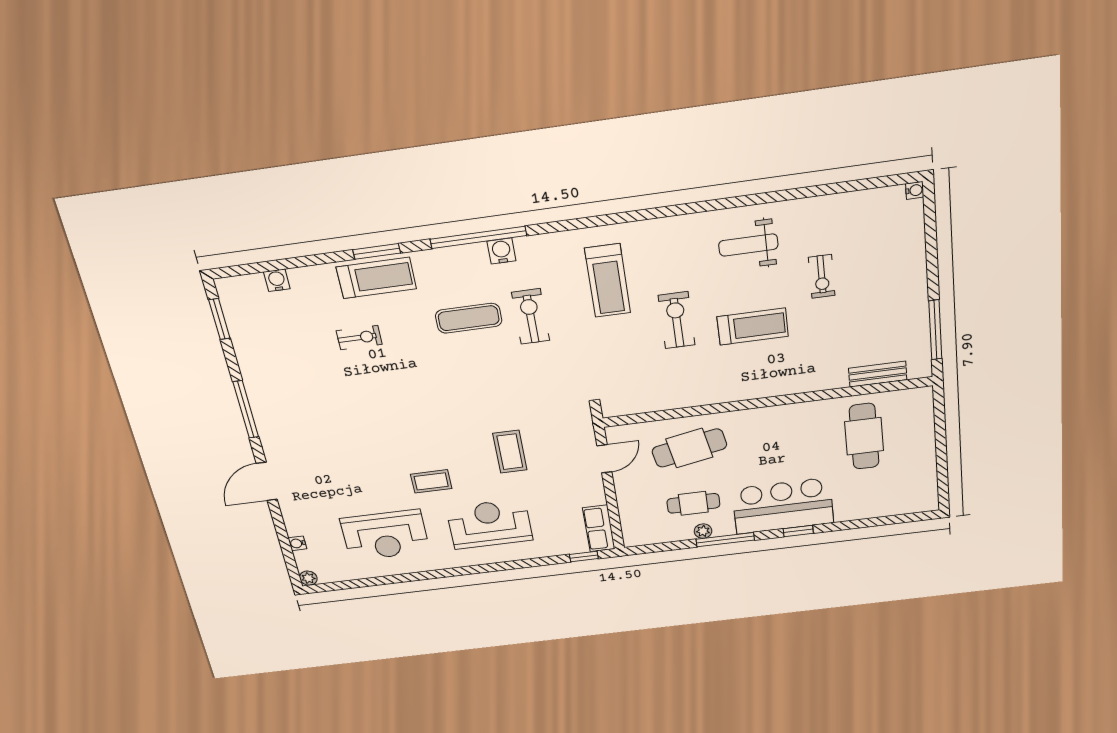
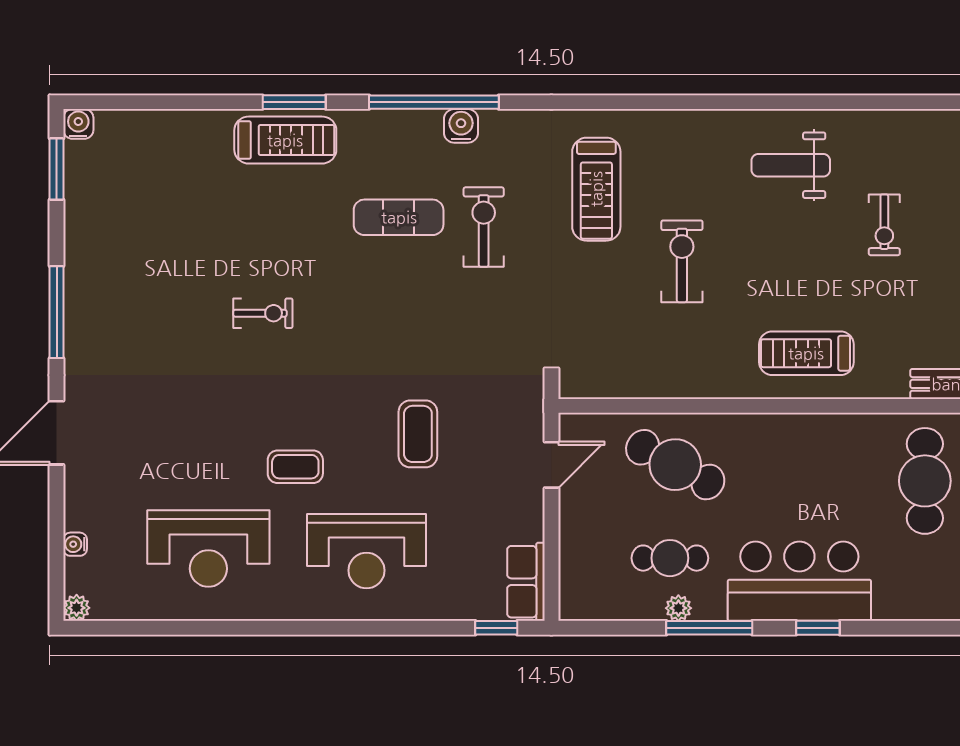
water cooler: (277, 280) -> (78, 124), moved
treadmill: (753, 327) -> (806, 353), moved, turned 180
exercise bike: (359, 338) -> (263, 313), moved
cafe table: (689, 448) -> (675, 465), turned 39
reception desk: (489, 524) -> (366, 551), turned 180

